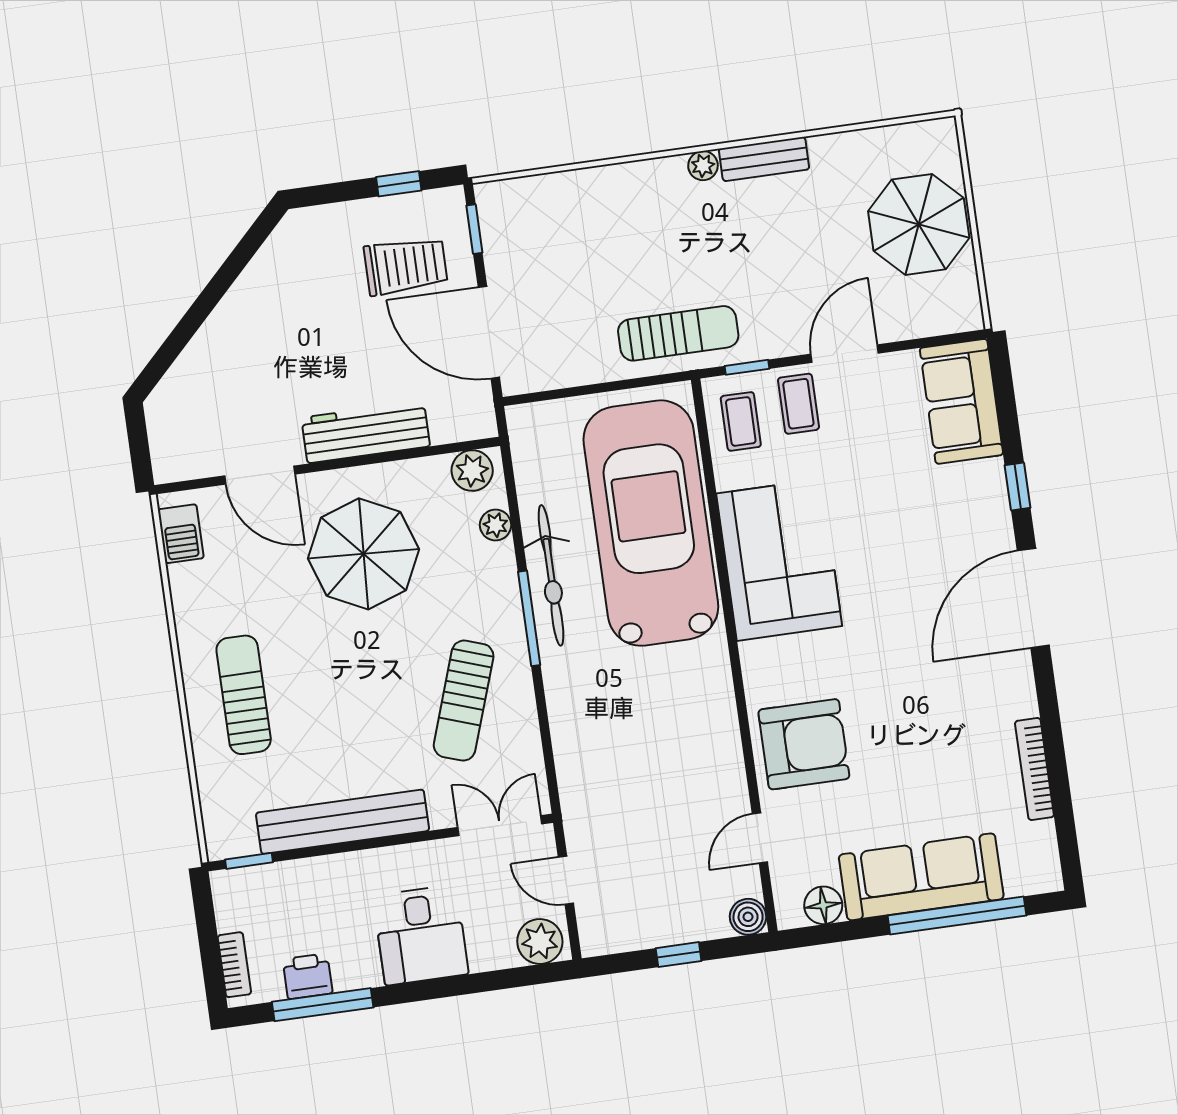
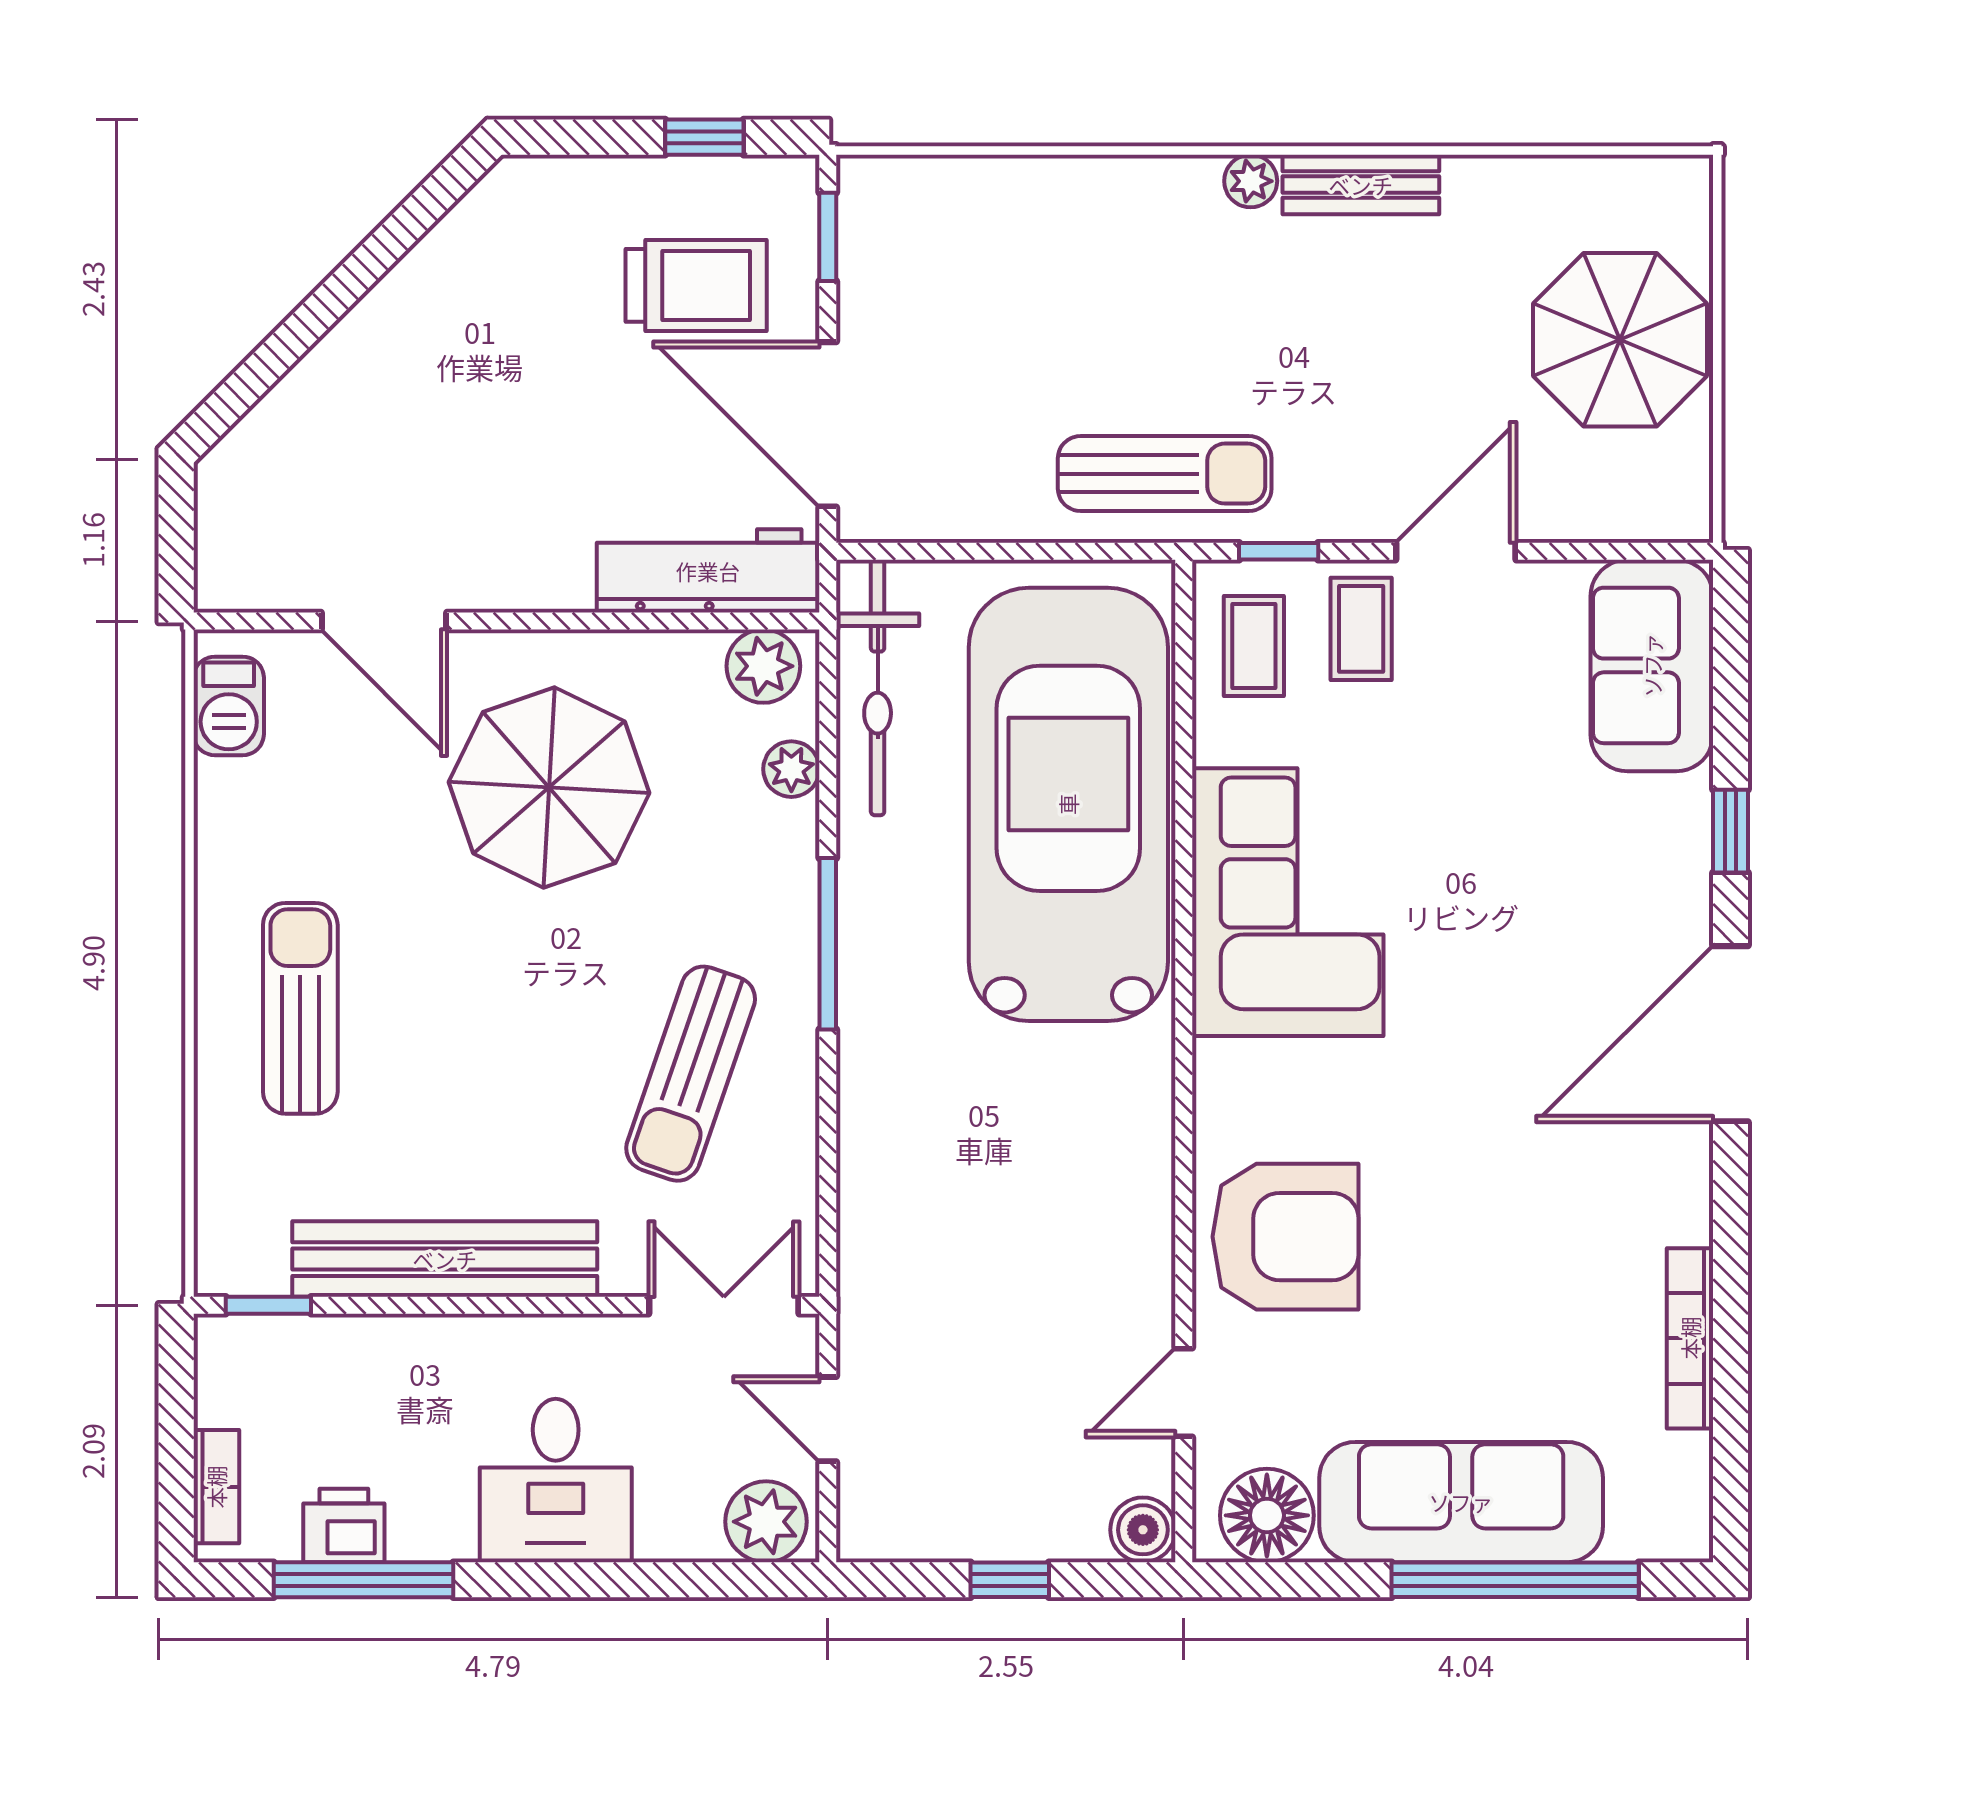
workbench: (366, 432) -> (708, 571), moved
bicycle: (551, 575) -> (878, 688), moved
floor lamp: (823, 905) -> (1267, 1515), width x1.38, depth x1.38

